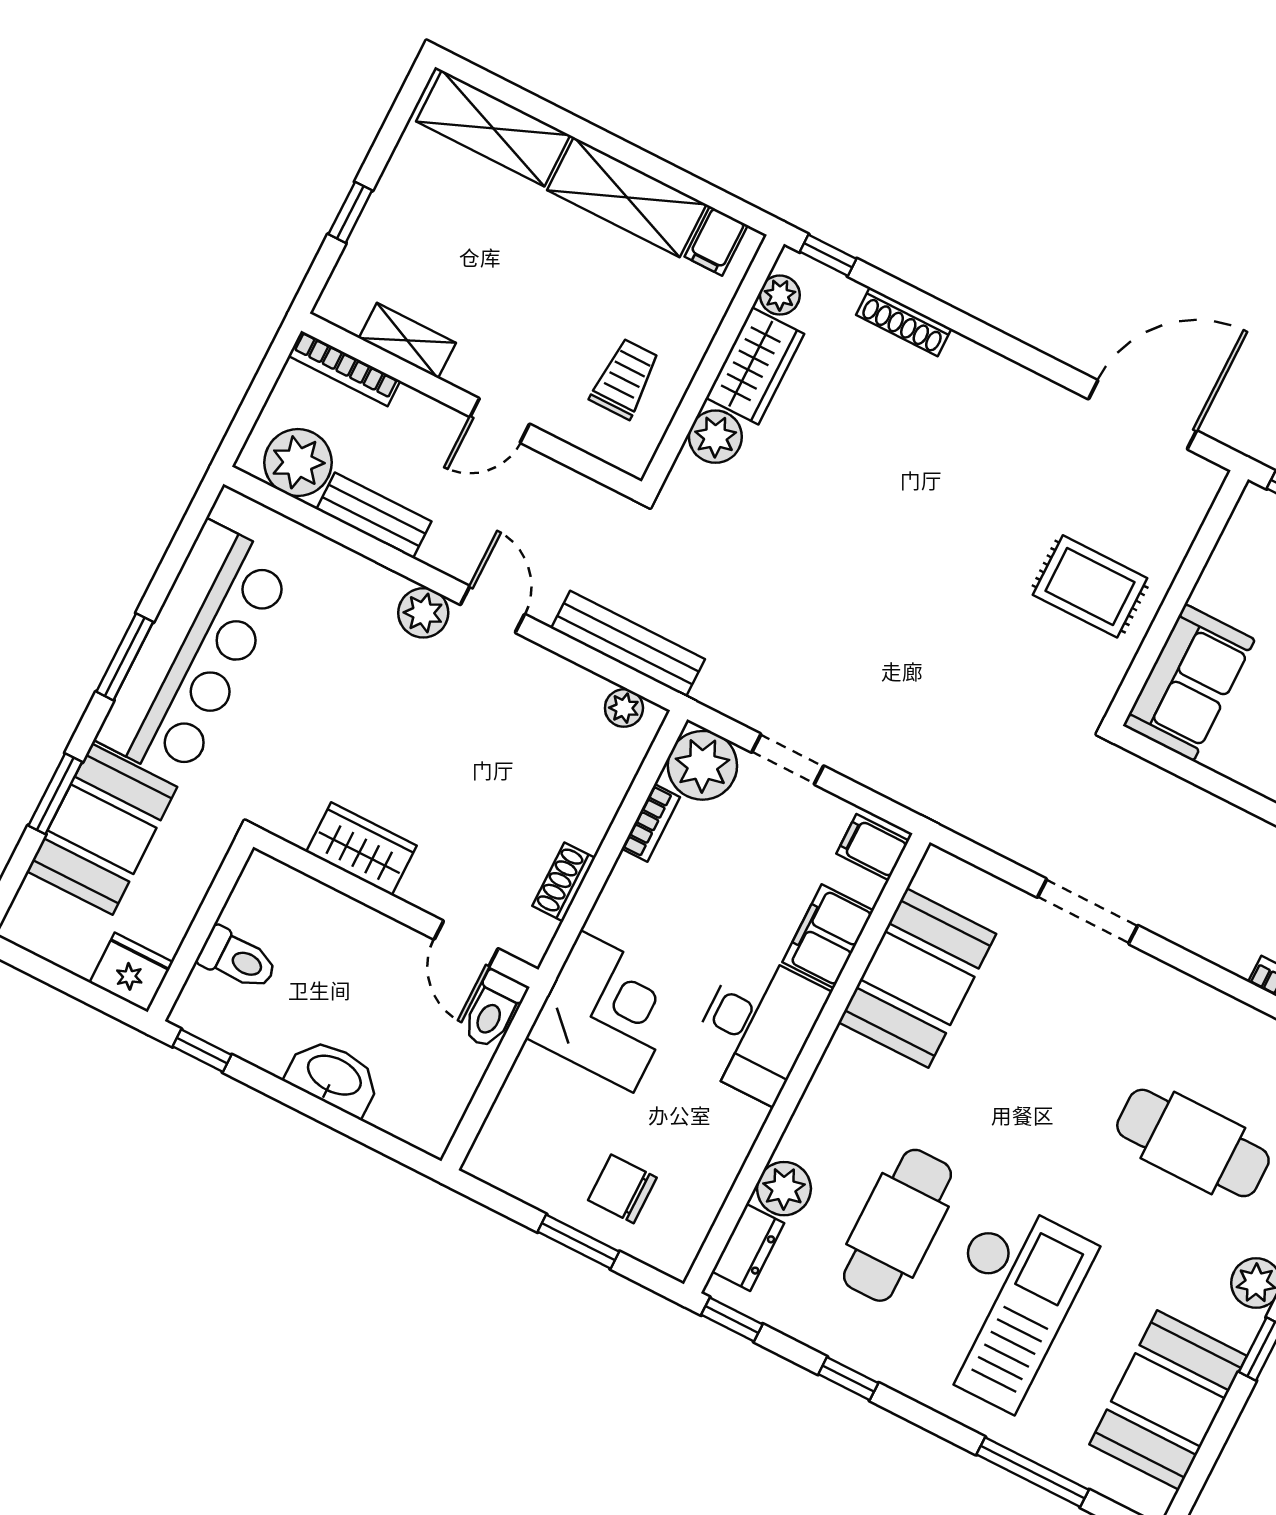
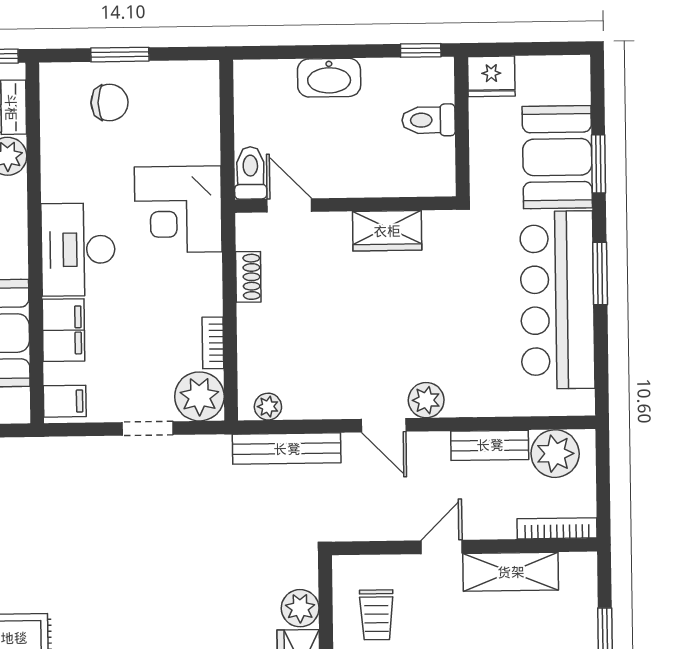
shelving: (407, 341) -> (511, 572), width x1.50, depth x1.33

